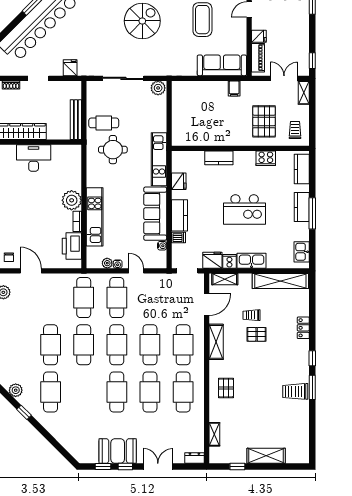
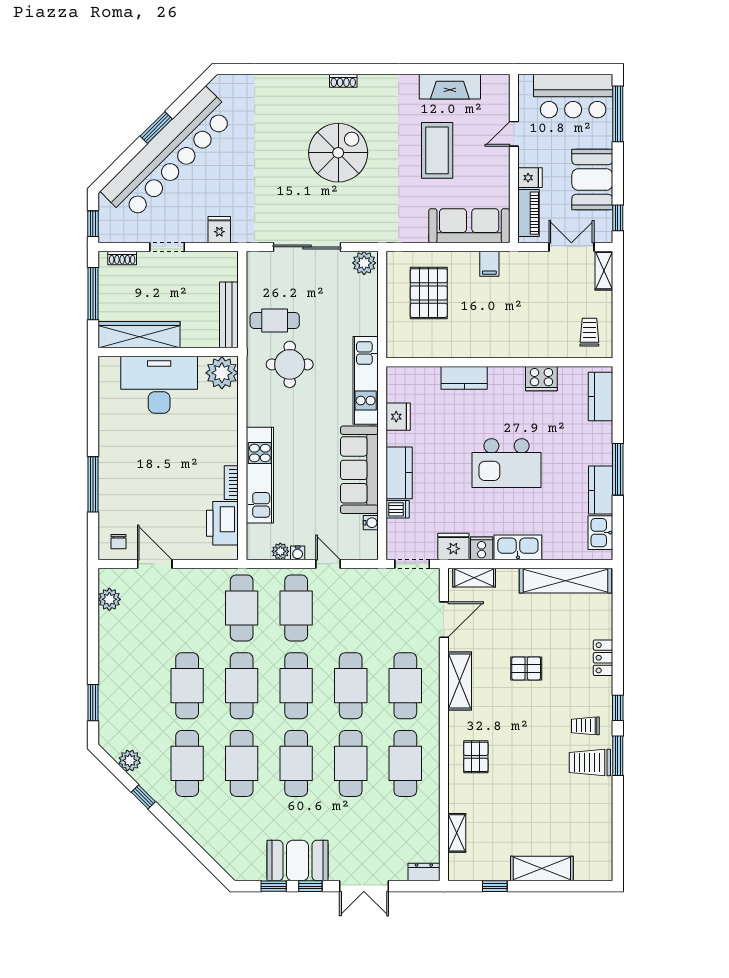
booth: (297, 37) -> (592, 179), added
pallet: (264, 121) -> (429, 293), moved
desk: (34, 158) -> (159, 385), width x1.36, depth x1.30
plant: (72, 200) -> (222, 373), moved
kitchen counter: (302, 207) -> (601, 490), moved
trolley: (252, 315) -> (585, 726), moved
cafe table: (84, 392) -> (242, 763), added
double door: (158, 467) -> (364, 886), swing flipped

